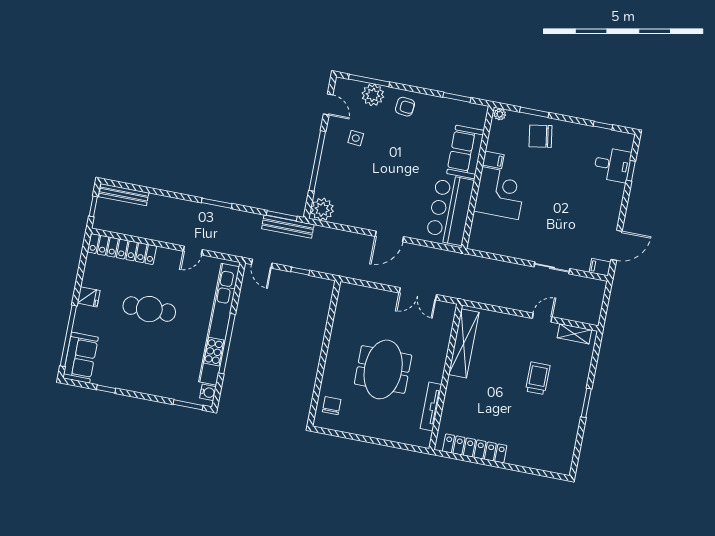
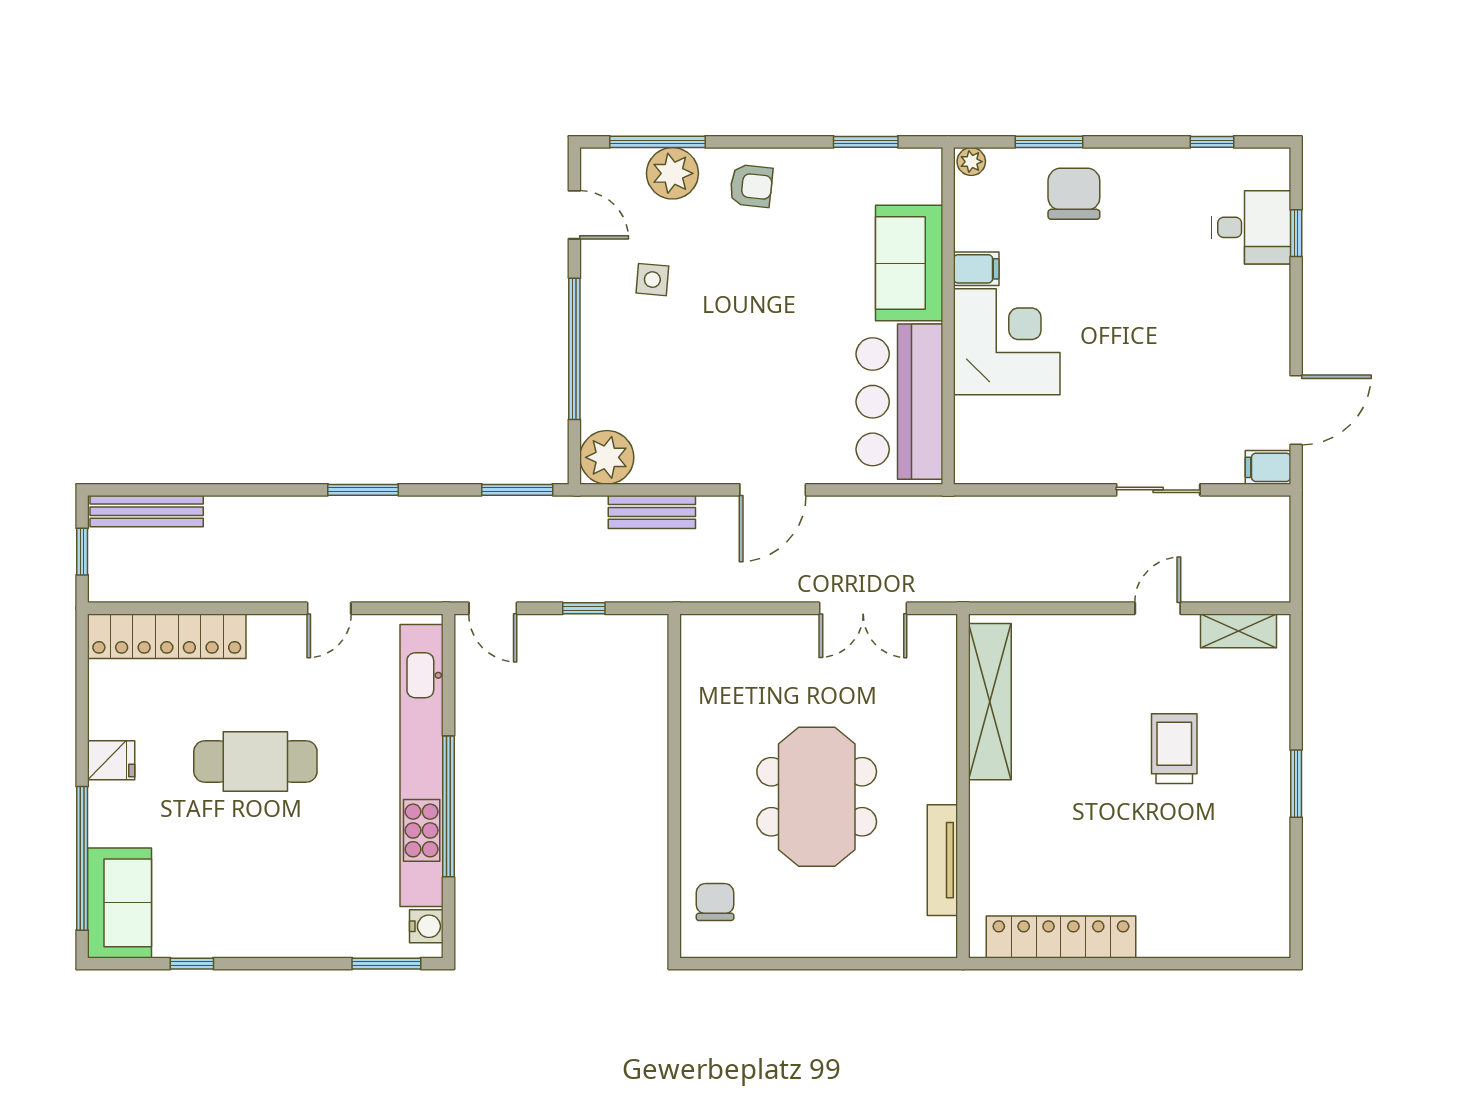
chair: (540, 136) -> (1074, 194), turned 99
bench: (288, 227) -> (652, 512), moved, width x0.73

